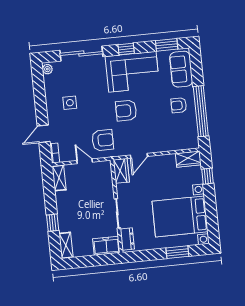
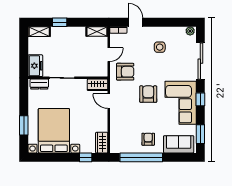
armchair: (103, 140) -> (125, 72), turned -90

